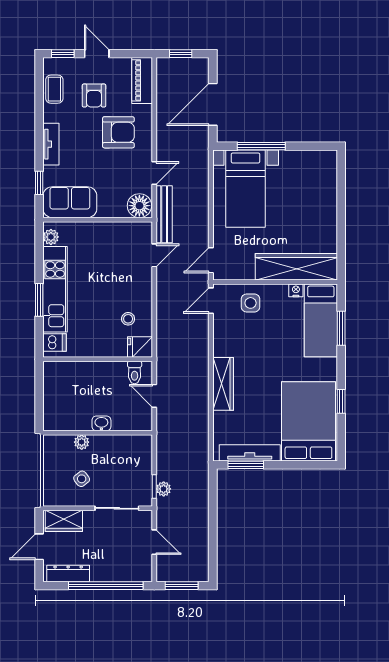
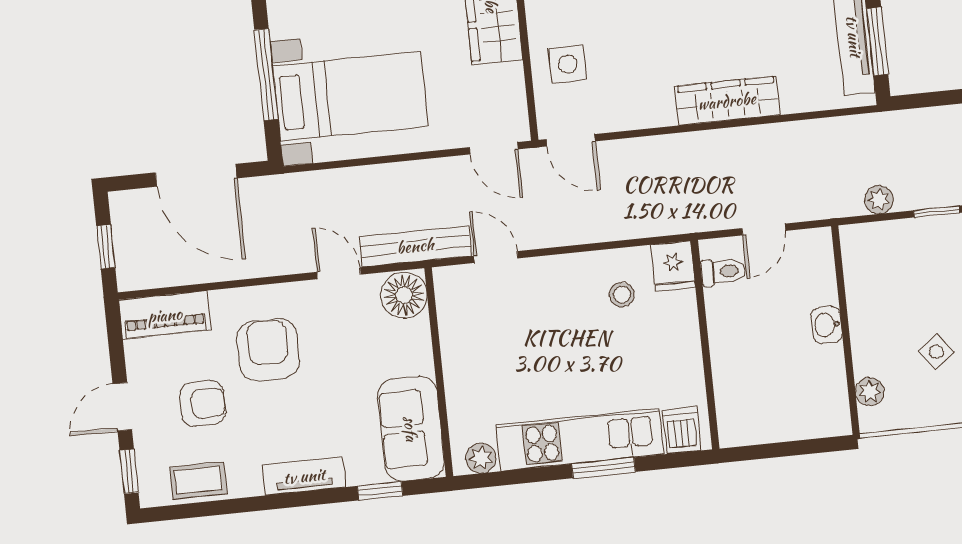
plant: (82, 442) -> (870, 392), moved
plant: (164, 489) -> (879, 200), moved

